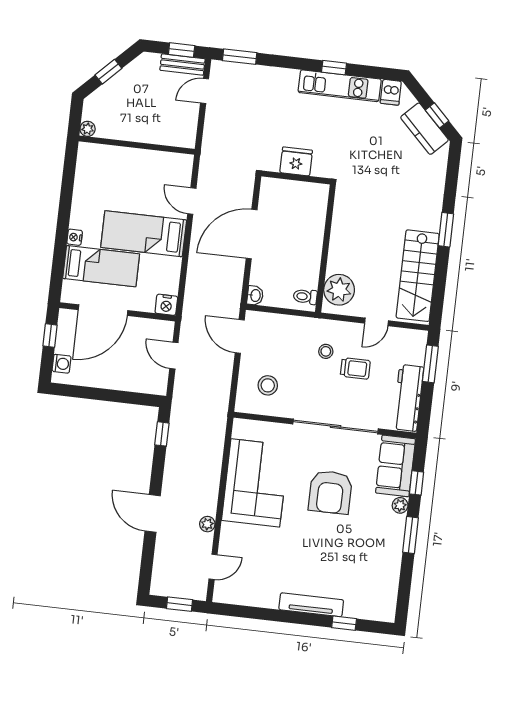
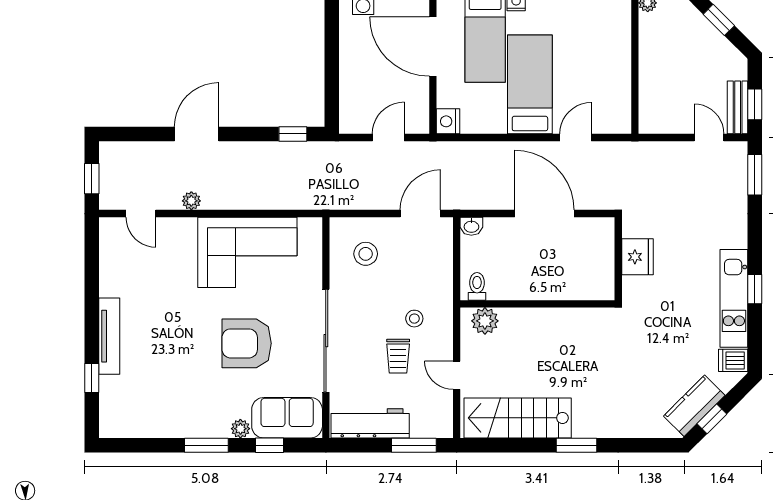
plant: (339, 290) -> (485, 321), width x0.73, depth x0.73

